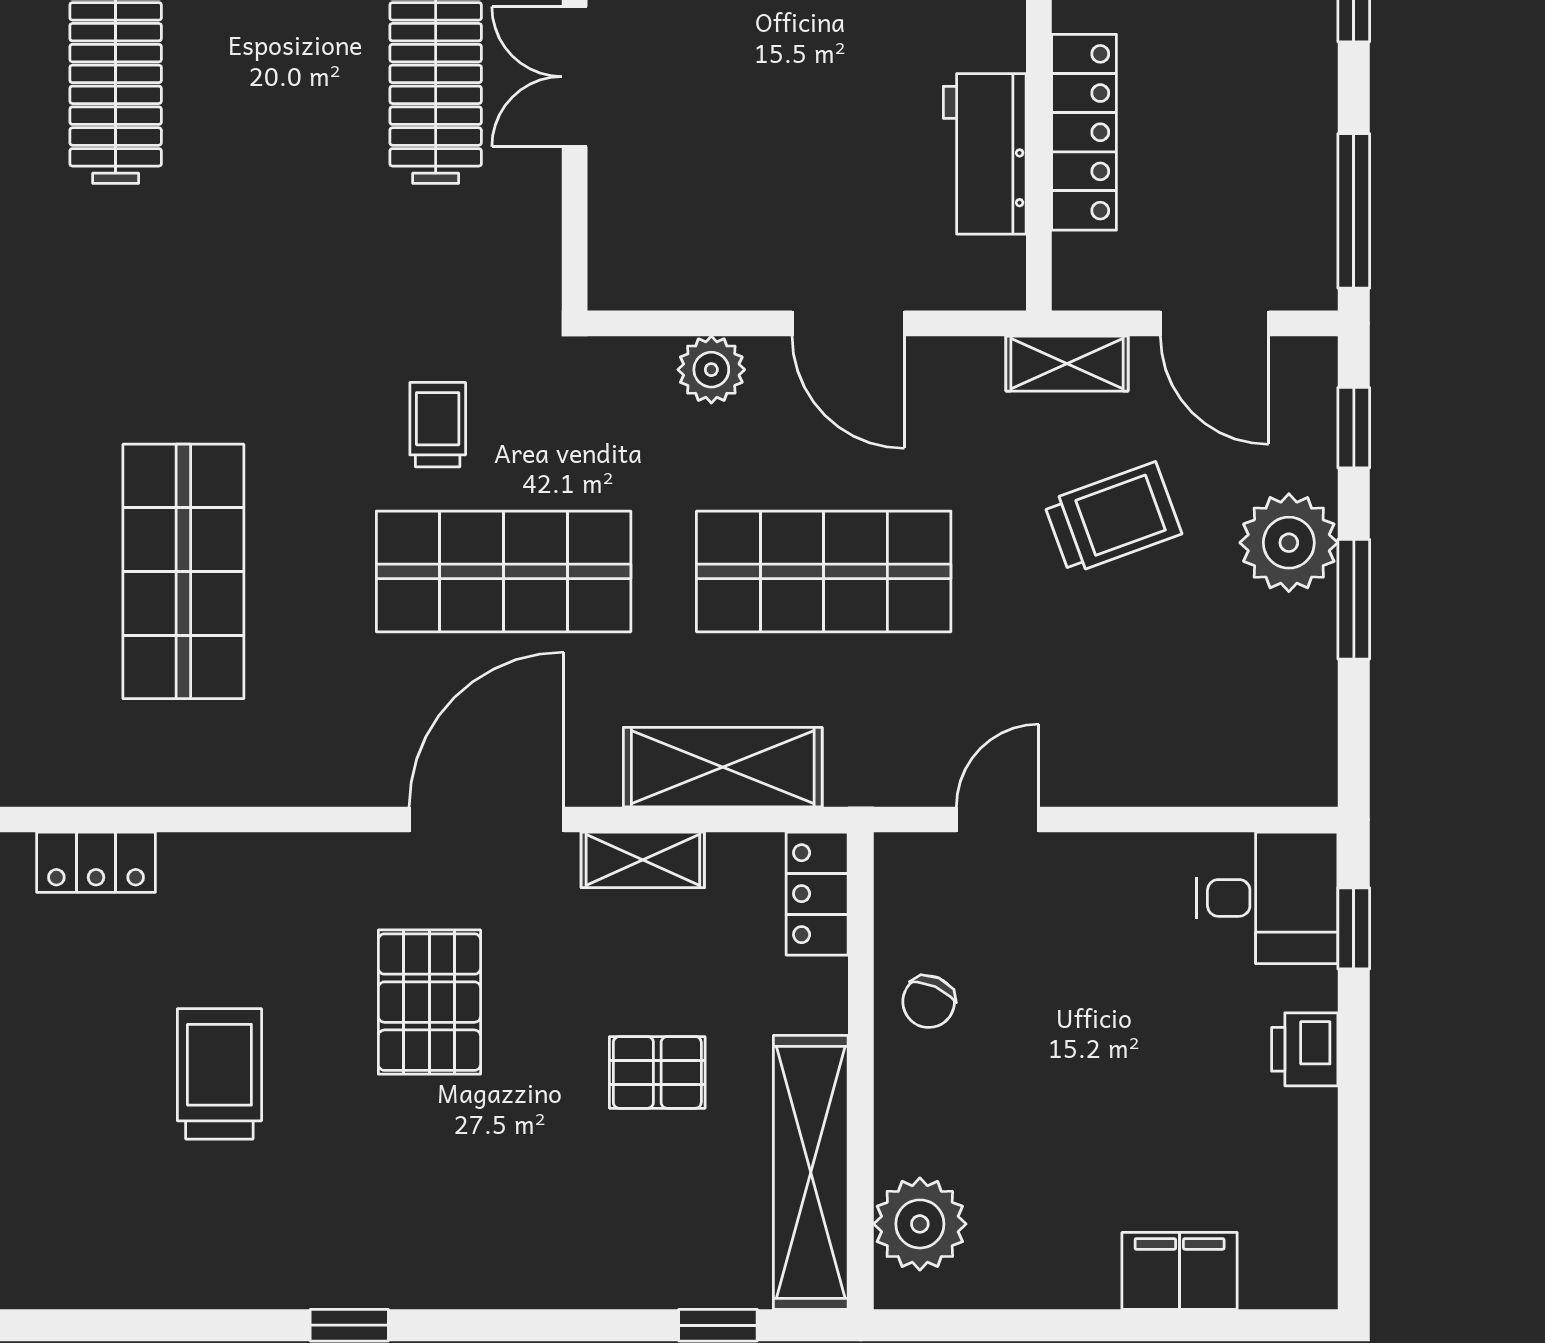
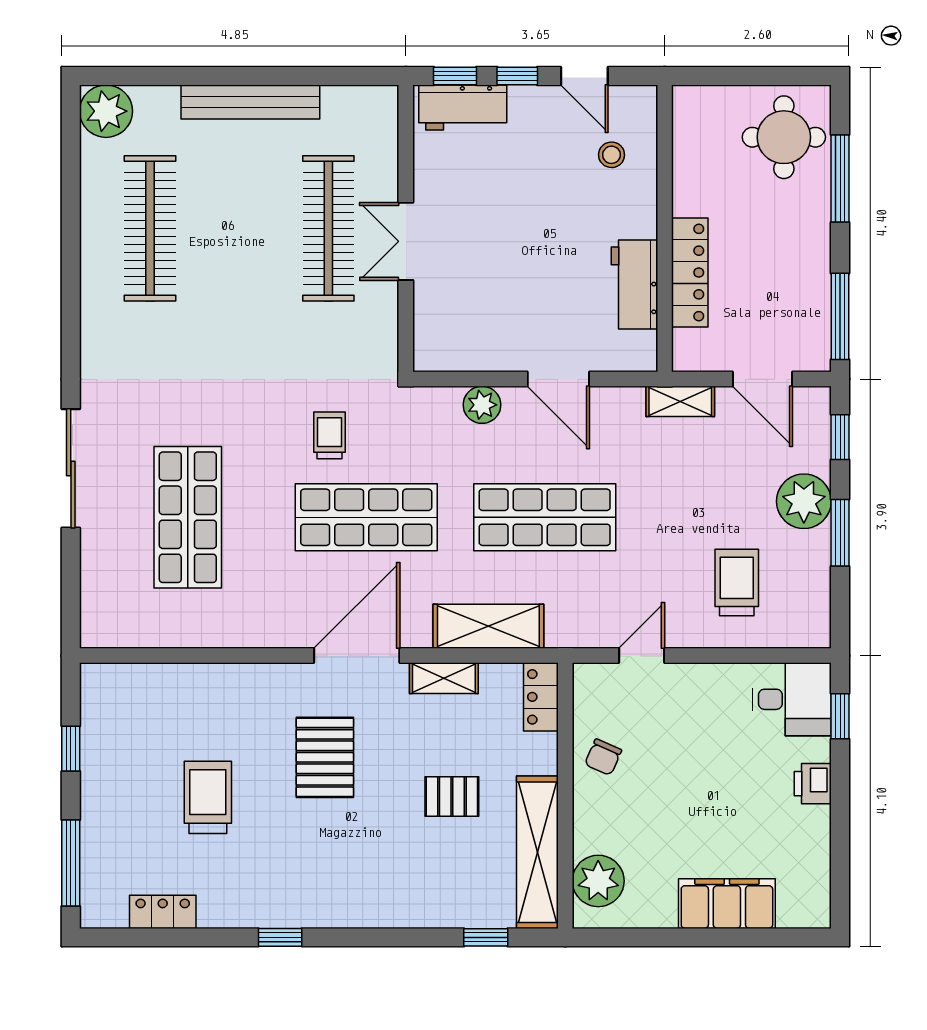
trolley: (1113, 518) -> (737, 583), moved, turned -70
locker: (96, 862) -> (163, 912), moved, turned 180
filing cabinet: (1180, 1271) -> (727, 904), width x1.50, depth x1.17

